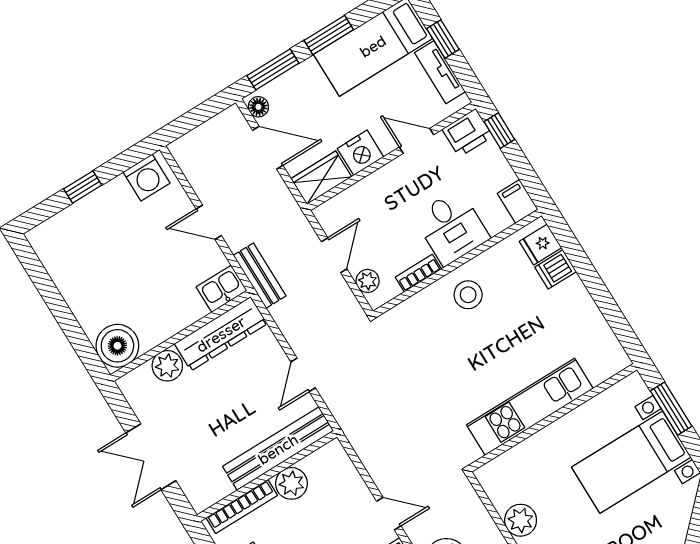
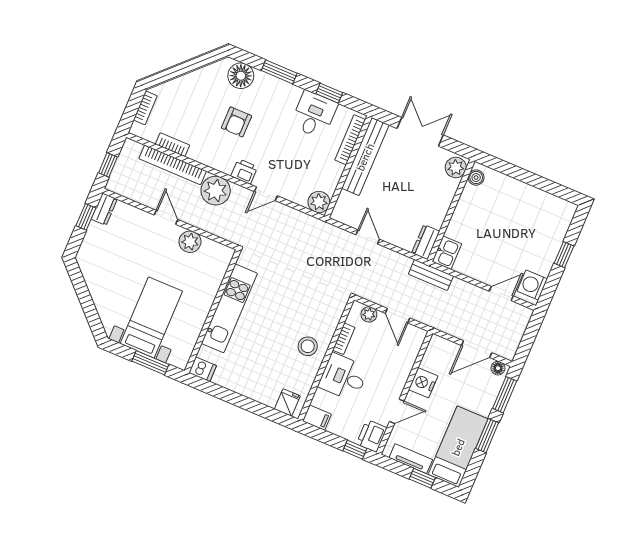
wardrobe: (321, 178) -> (435, 354), removed
door: (209, 222) -> (501, 294), moved
dishwasher: (556, 269) -> (203, 369), moved, turned 90
dresser: (221, 334) -> (426, 242), width x0.51, depth x0.80
boiler: (117, 346) -> (476, 178), width x0.54, depth x0.54
plant: (167, 366) -> (456, 167), moved
bench: (278, 449) -> (365, 157), moved
plant: (291, 483) -> (319, 202), moved

